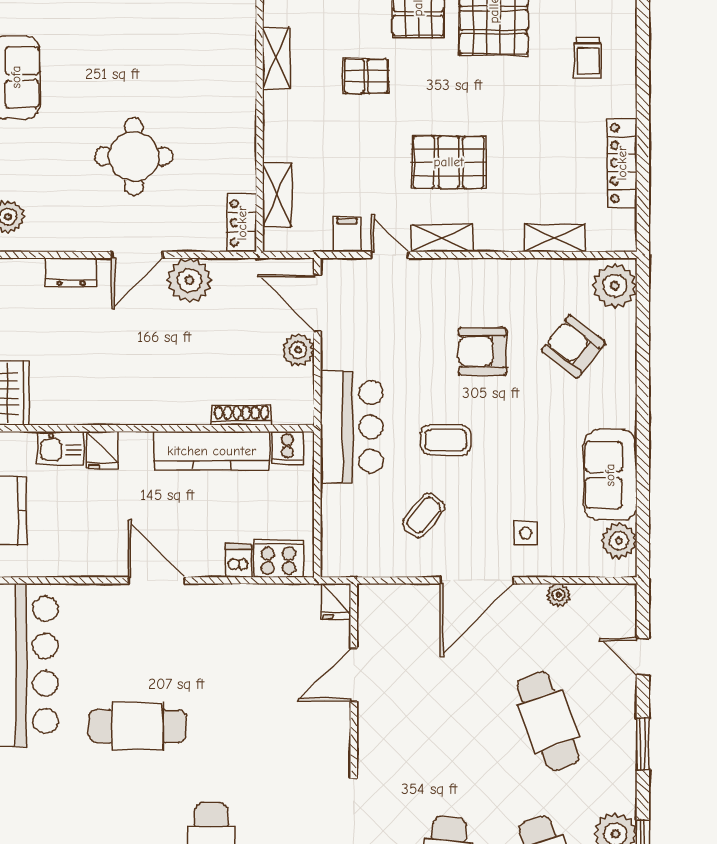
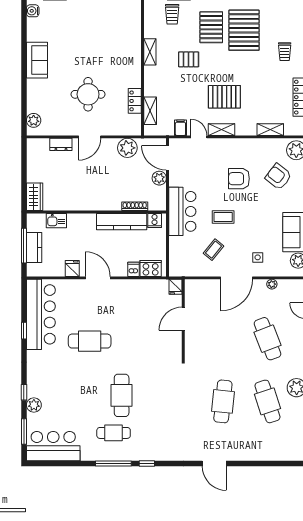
locker: (242, 223) -> (135, 101), moved
plant: (189, 280) -> (127, 148), moved
fridge: (102, 450) -> (72, 268), moved, turned 180

